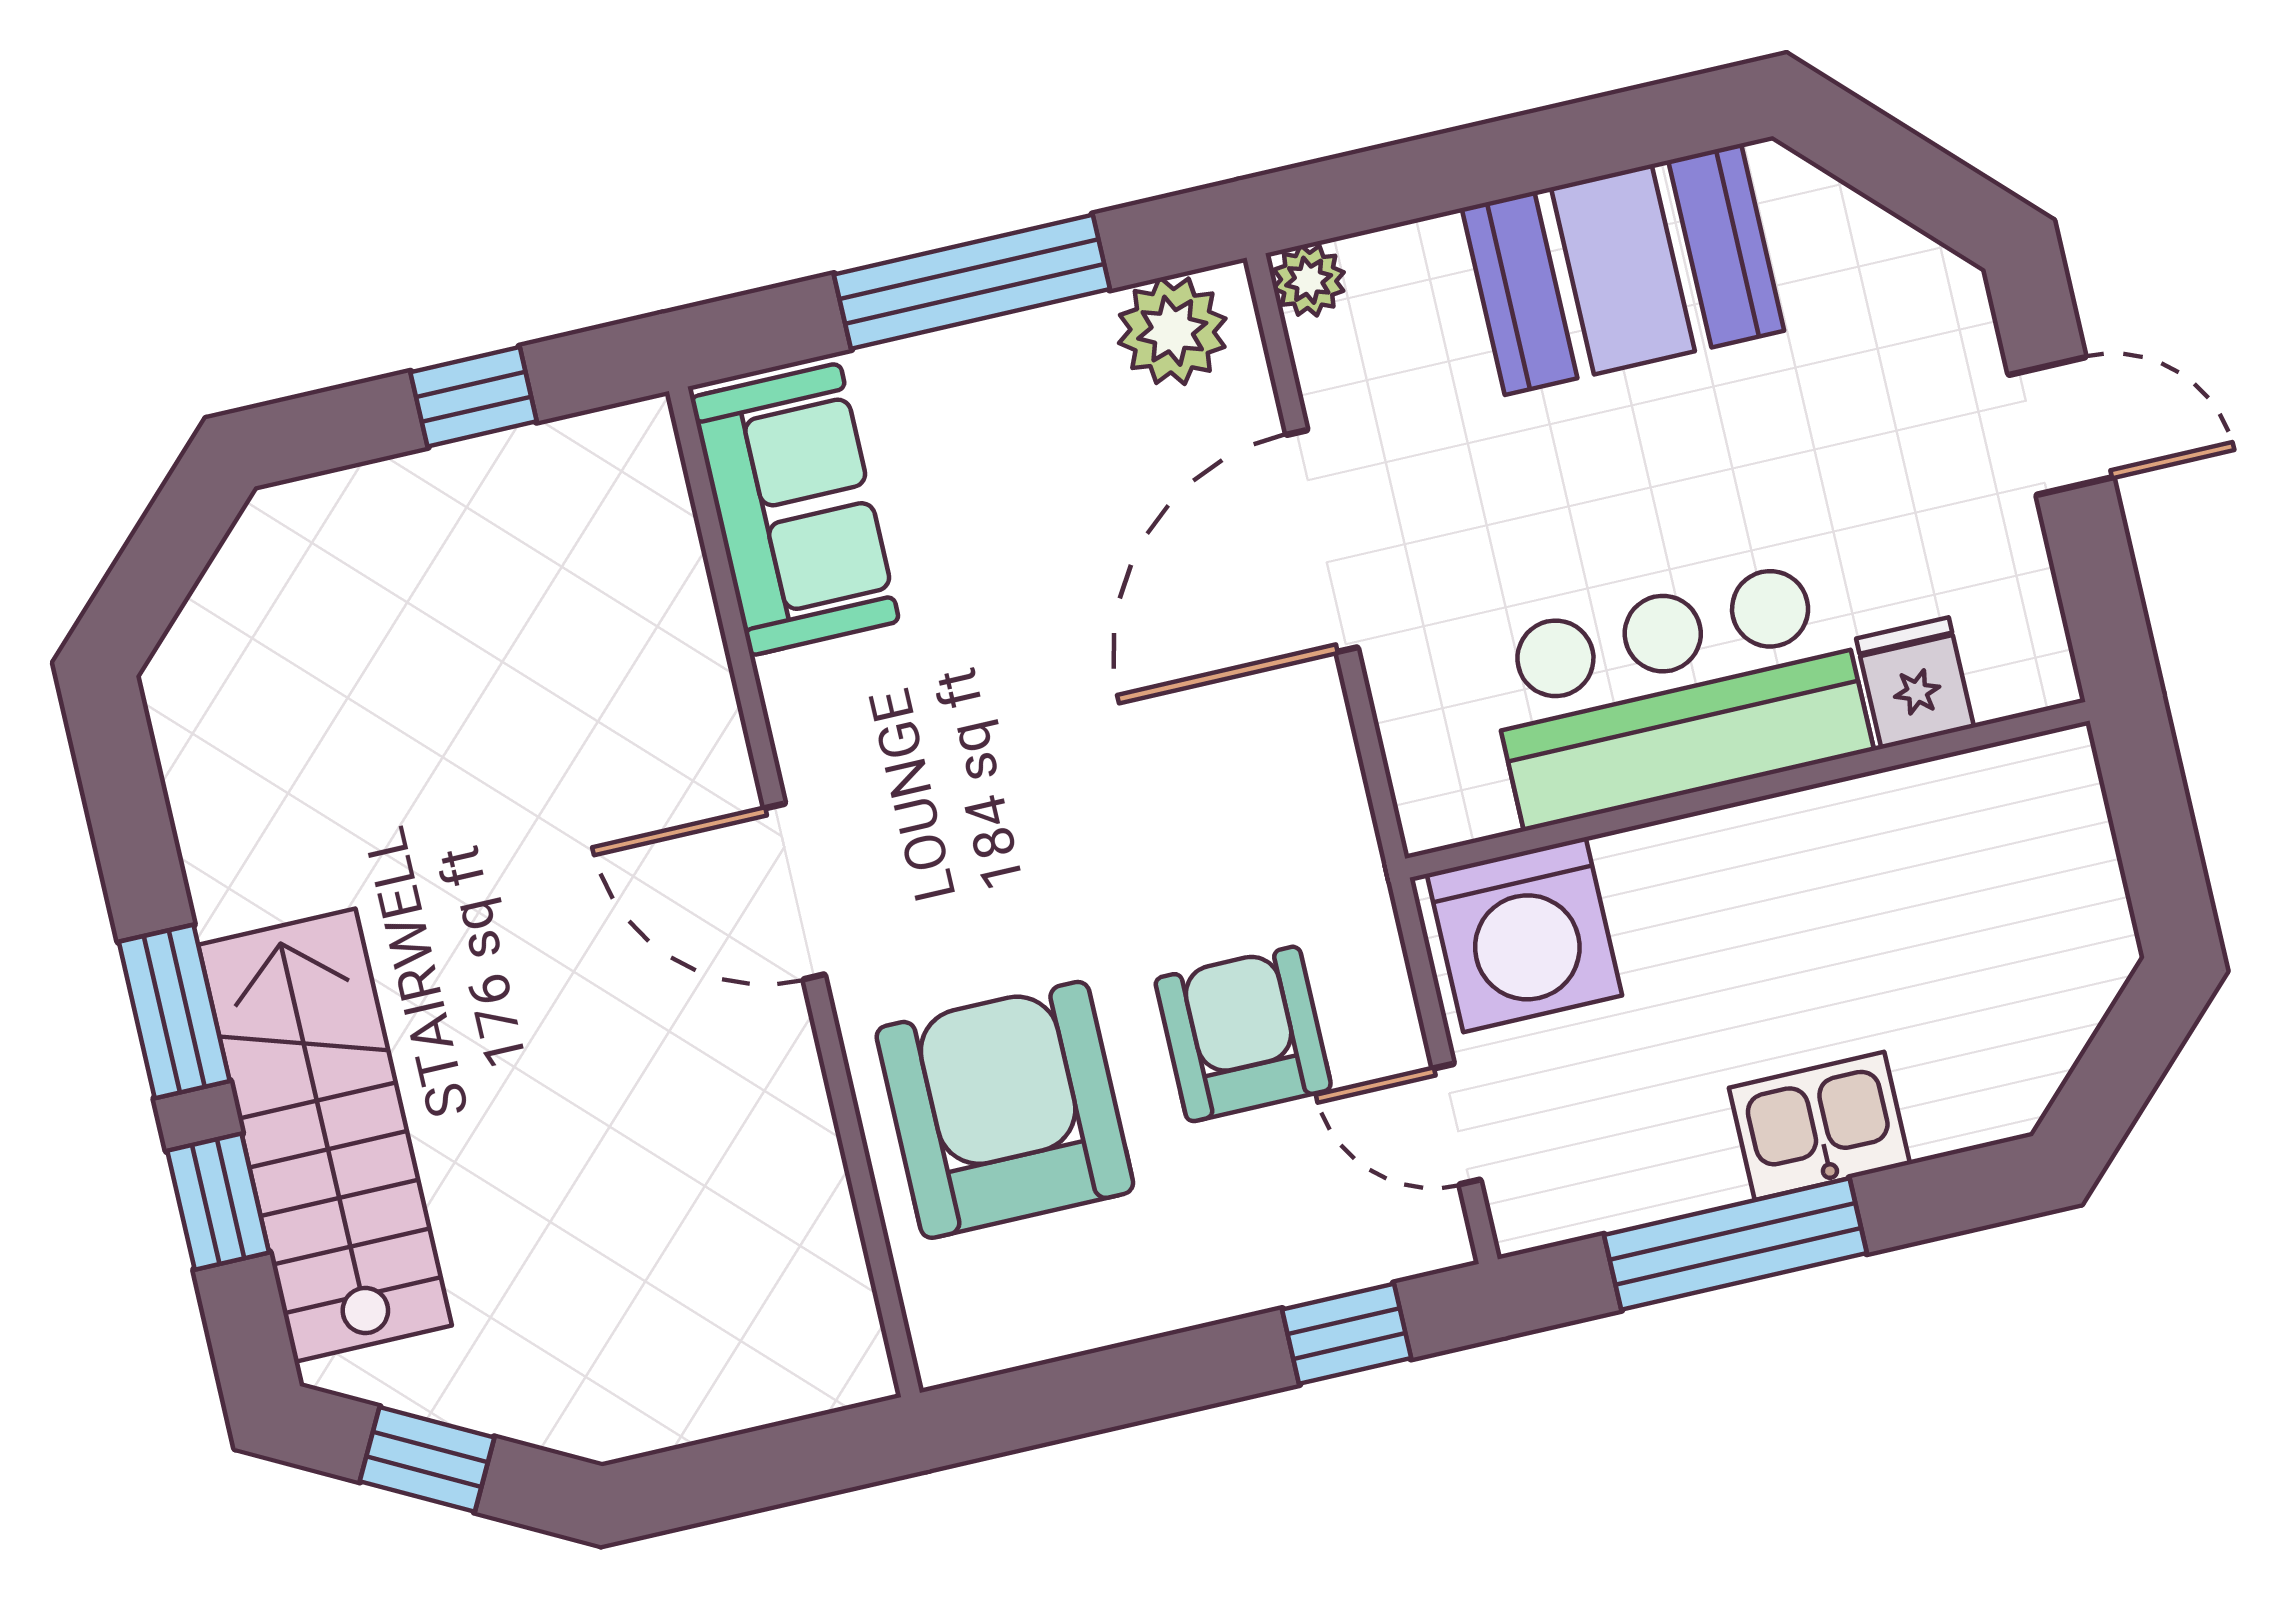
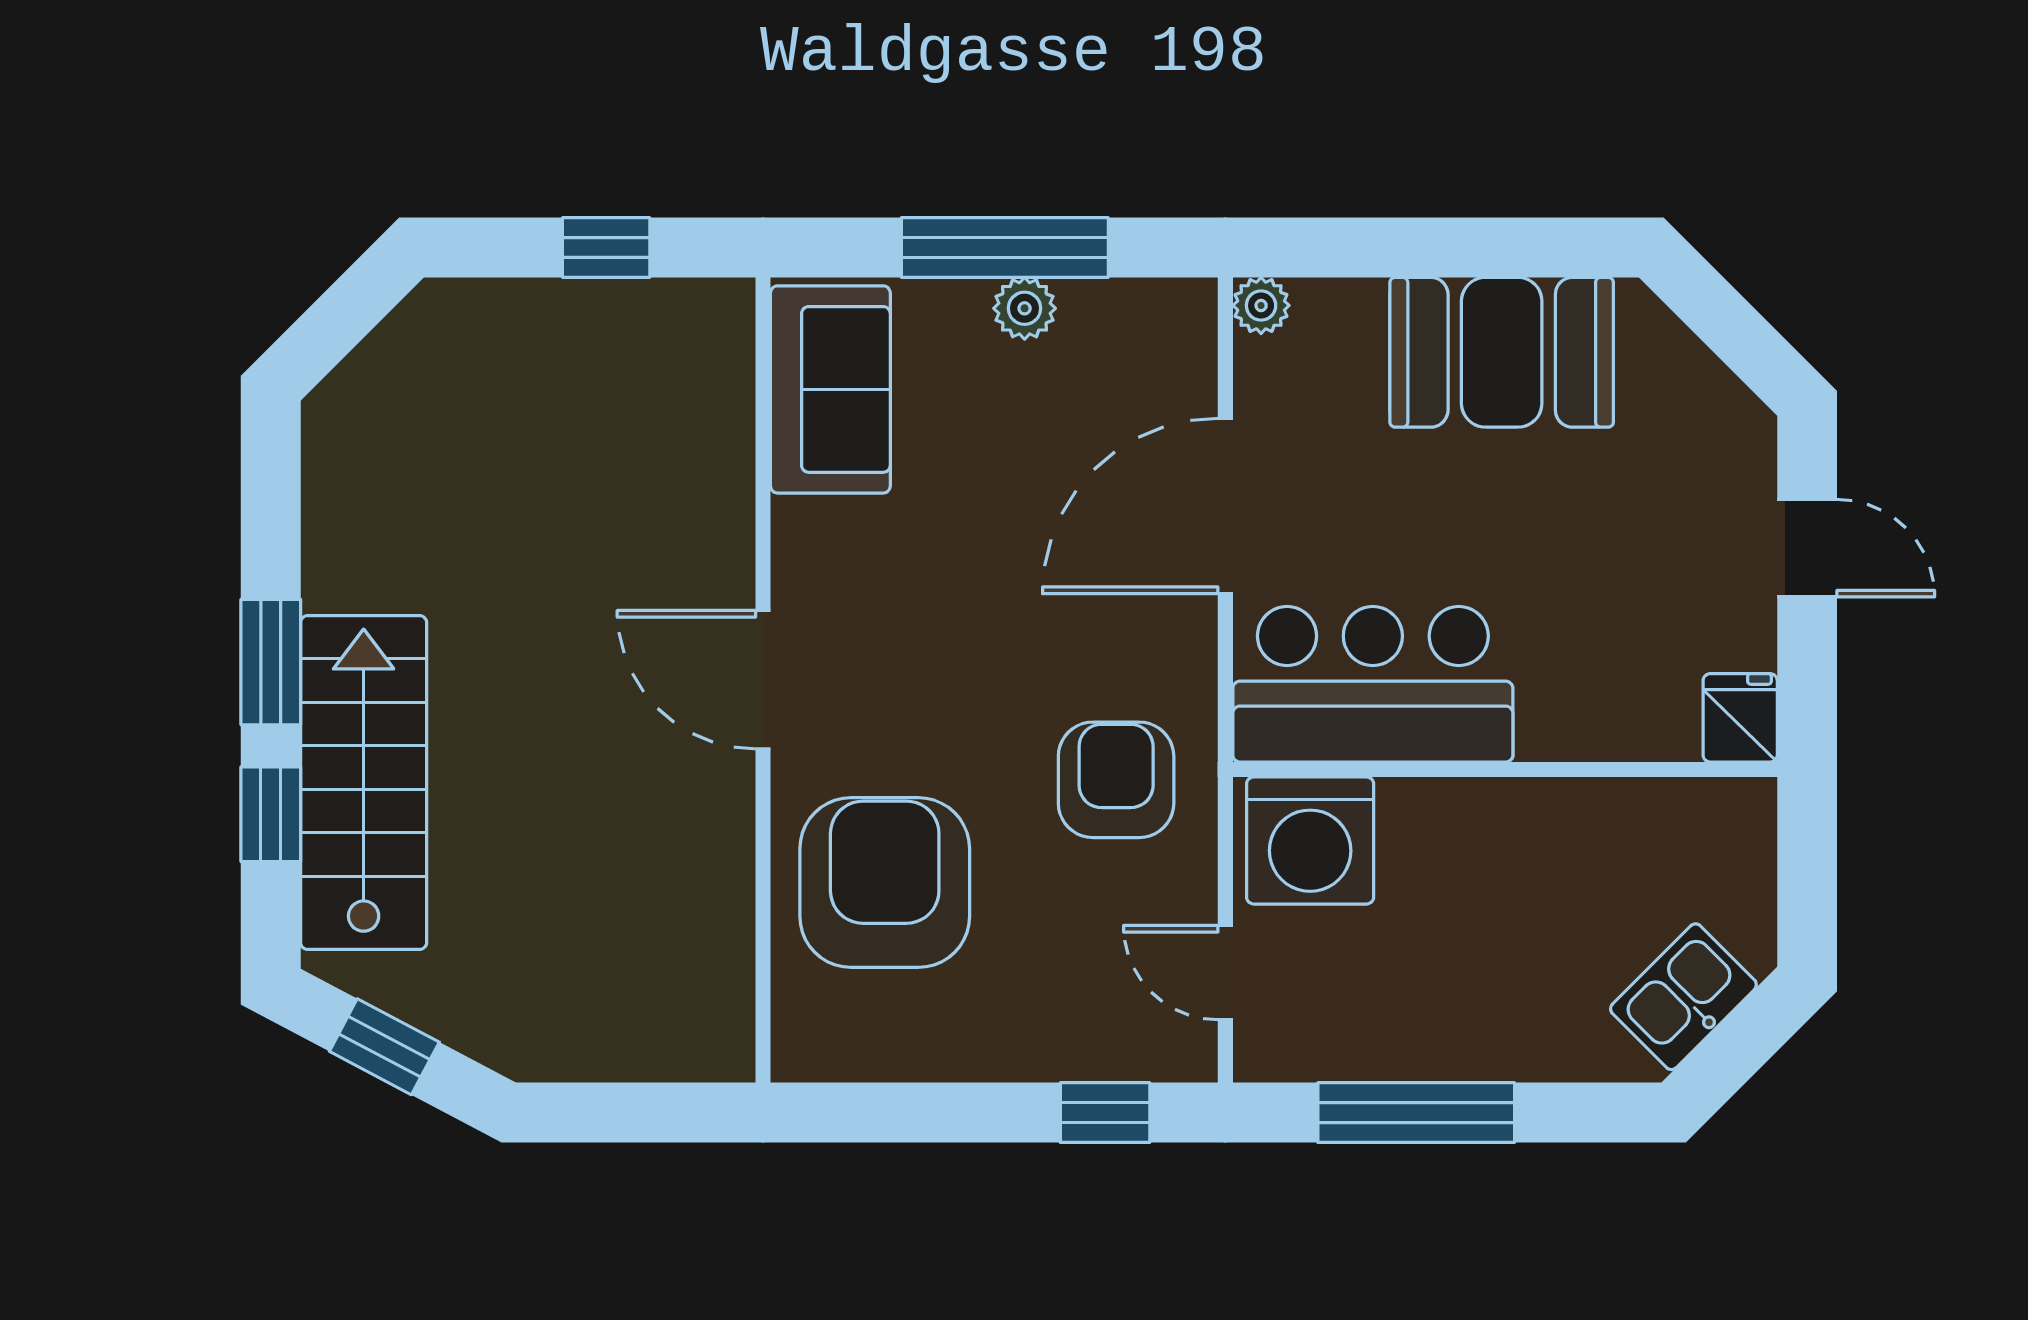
plant: (1172, 331) -> (1025, 308), moved, width x0.73, depth x0.73
fridge: (1915, 683) -> (1740, 718), moved
bar counter: (1677, 694) -> (1373, 684), moved
armchair: (1243, 1034) -> (1116, 780), moved
kitchen sink: (1820, 1126) -> (1683, 997), moved, turned -45

